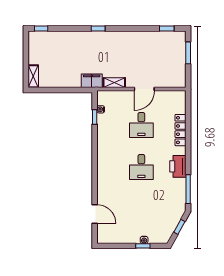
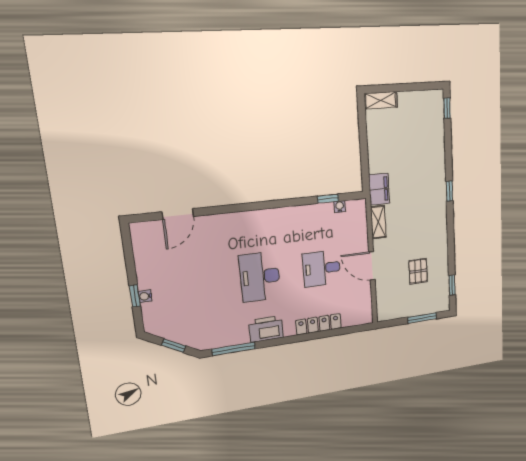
pallet: (153, 55) -> (418, 271), added
desk: (141, 167) -> (260, 277), width x1.37

